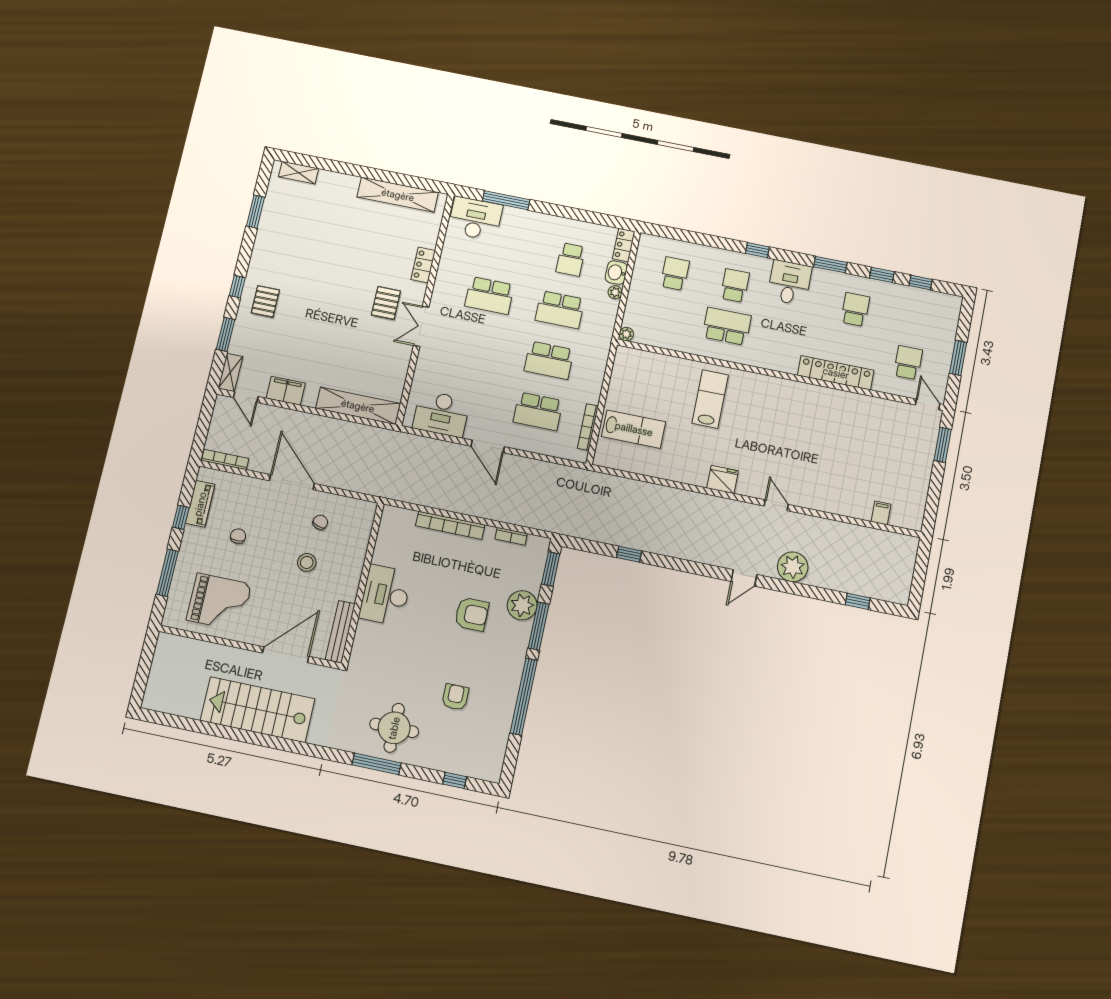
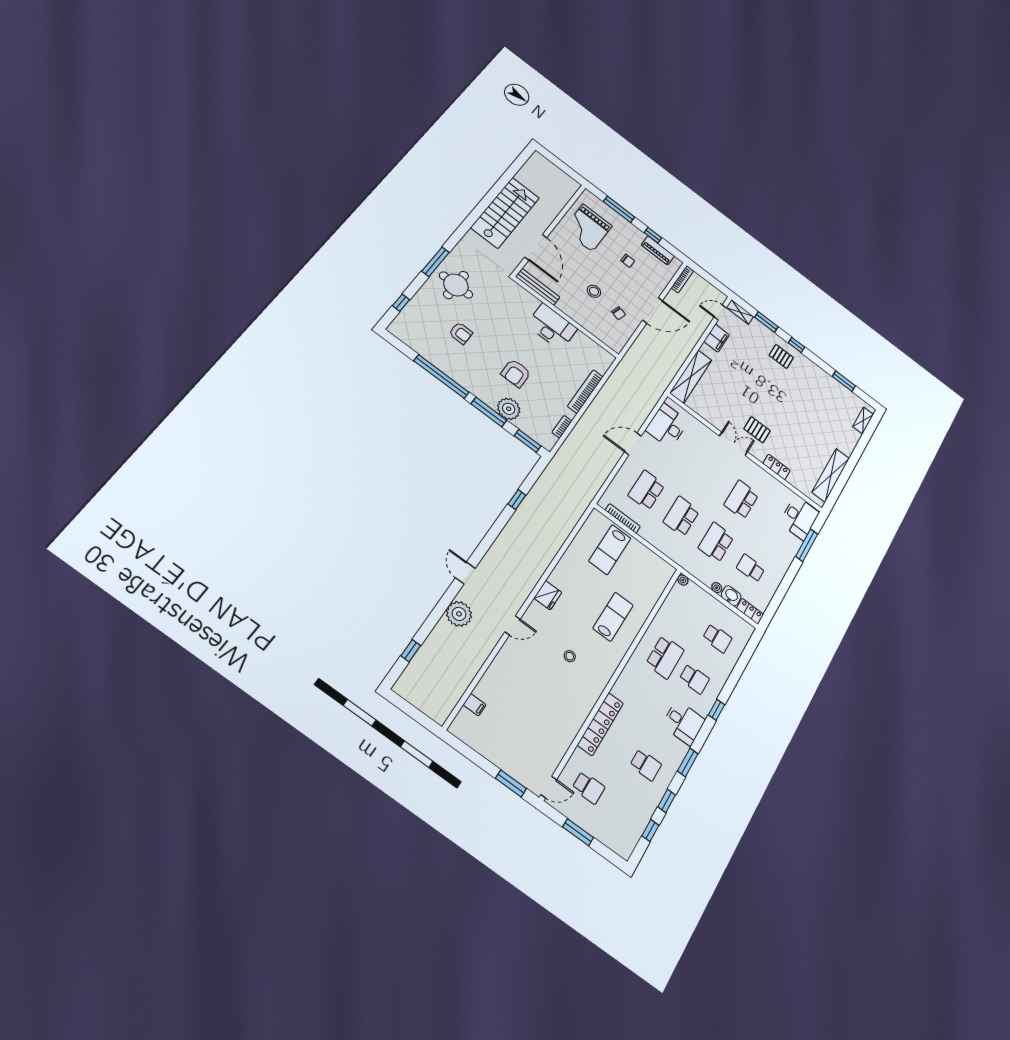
lab bench: (710, 399) -> (613, 617), turned -90
stool: (779, 431) -> (570, 656), added

